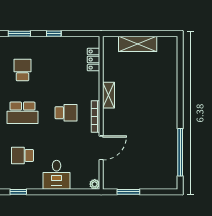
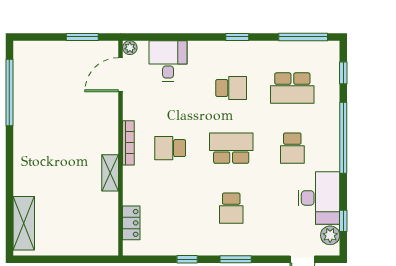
shelving: (138, 44) -> (24, 223), moved, turned 90
door: (101, 148) -> (121, 75), moved
desk: (57, 175) -> (168, 61), moved

